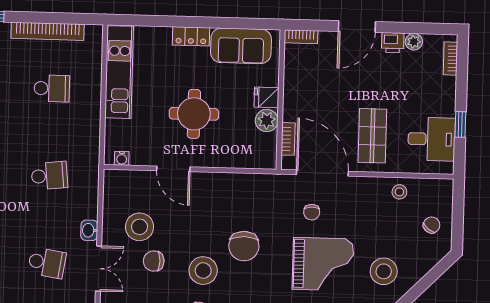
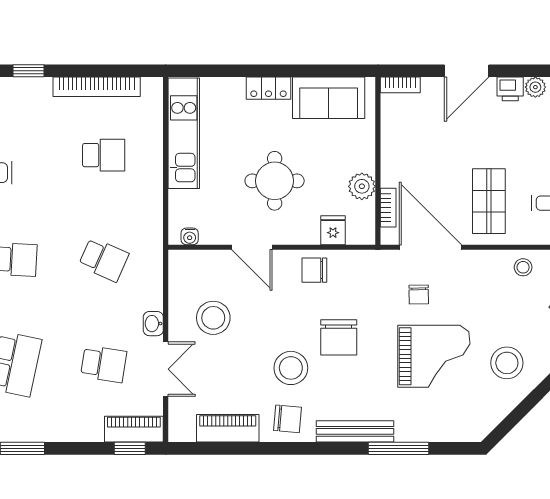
fridge: (266, 97) -> (333, 230), moved, turned 90
school desk: (49, 176) -> (104, 260), turned 30
chair: (154, 261) -> (314, 270), moved

